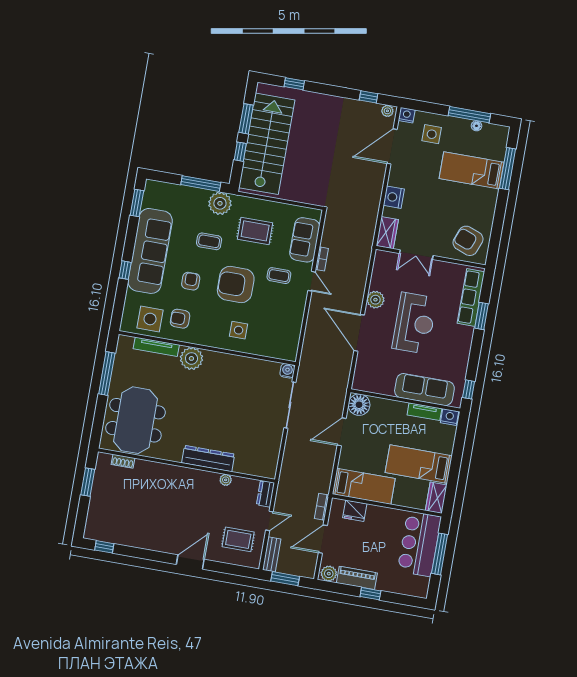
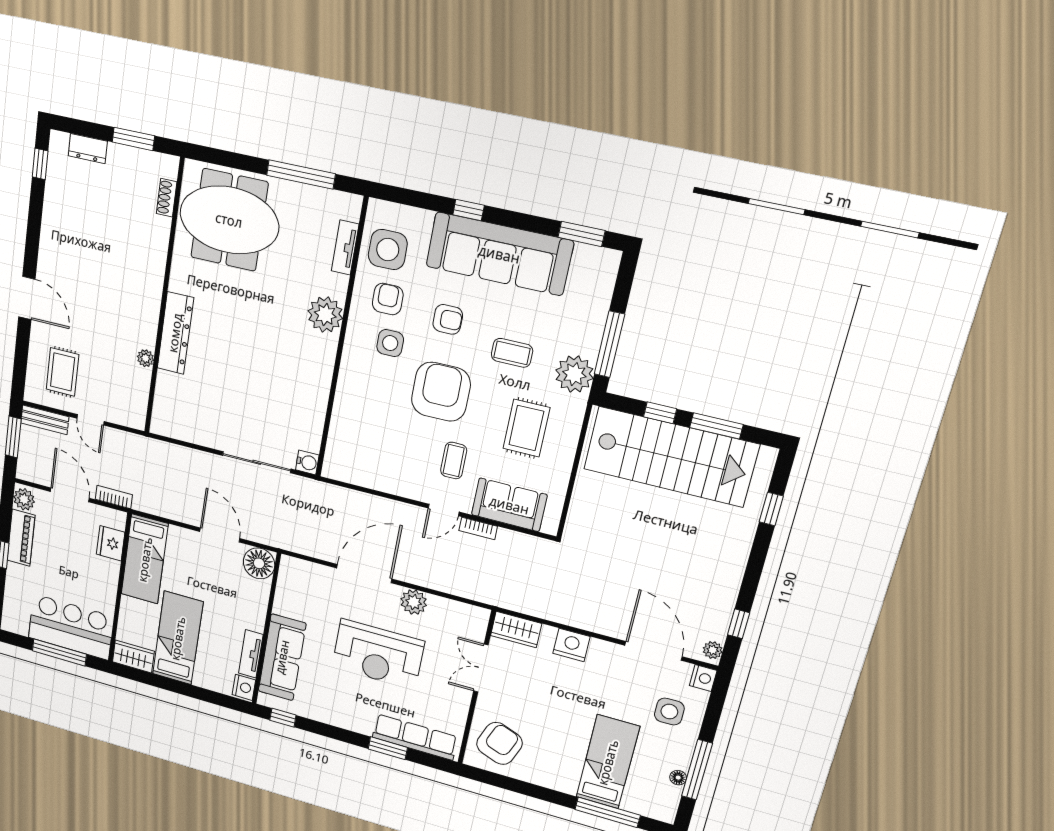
coffee table: (209, 241) -> (512, 353), turned 90
side table: (239, 330) -> (390, 343), moved
tv unit: (156, 347) -> (345, 248), width x0.71
dresser: (265, 494) -> (88, 149), moved, turned 180

